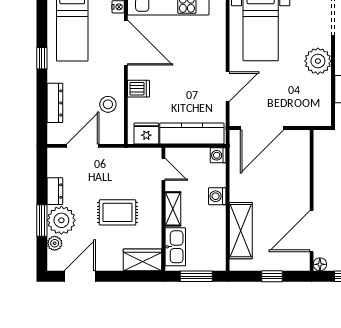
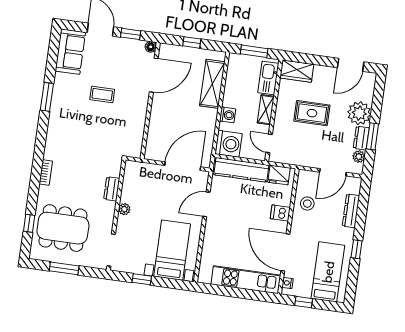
plant: (318, 61) -> (124, 209), width x0.53, depth x0.53
washing machine: (218, 155) -> (229, 144), width x1.89, depth x1.89
window: (42, 221) -> (372, 136), moved
plant: (55, 243) -> (359, 157), moved

